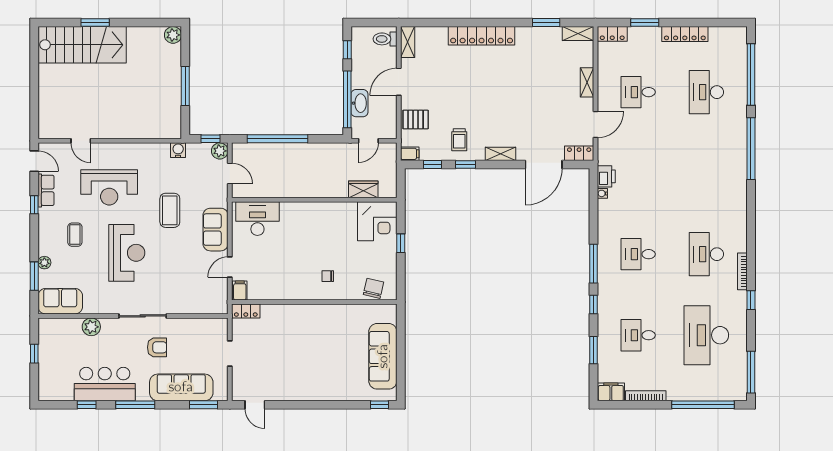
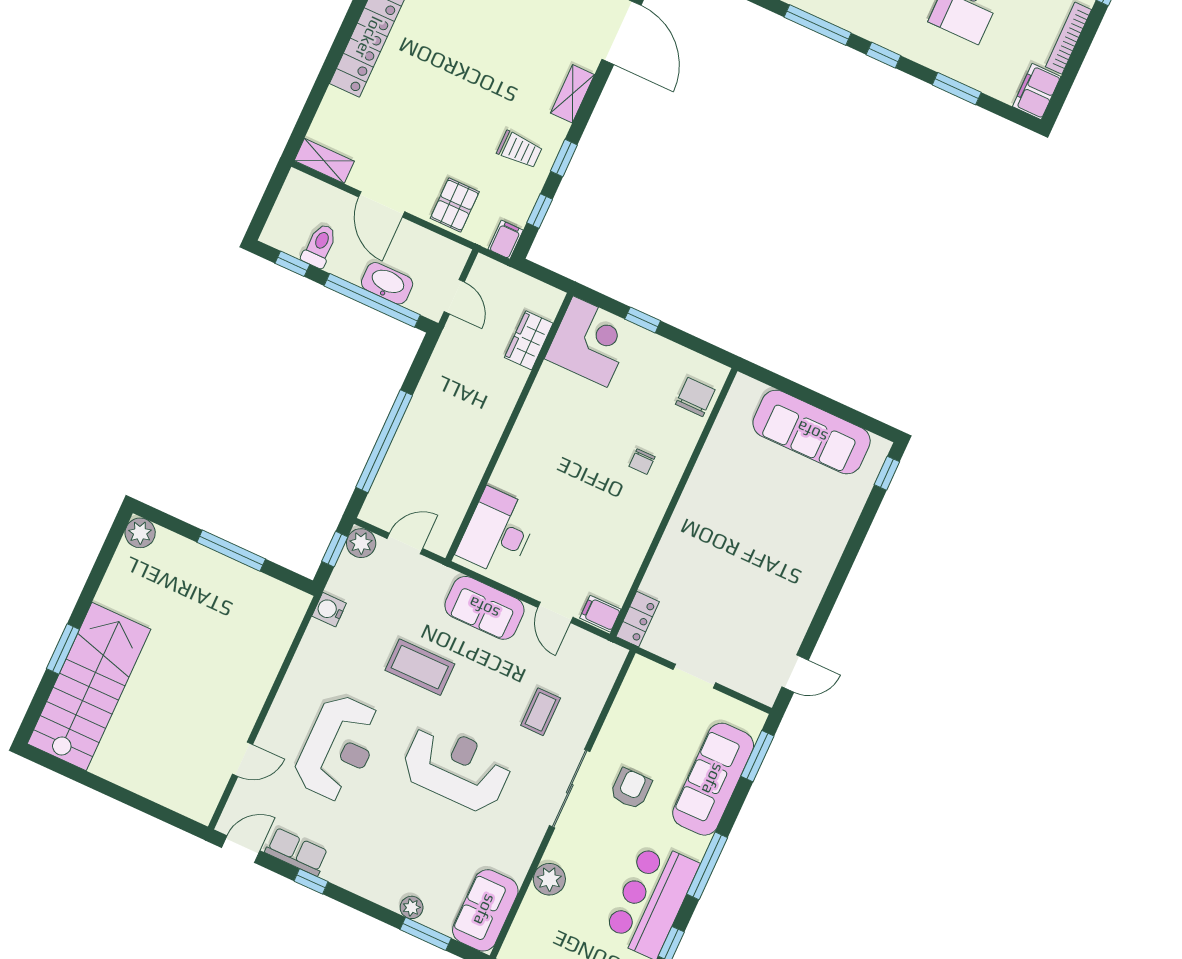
toilet: (385, 39) -> (320, 246), moved, turned 180
coffee table: (75, 235) -> (541, 712), moved, turned 90
chair: (373, 288) -> (695, 397), turned 77

